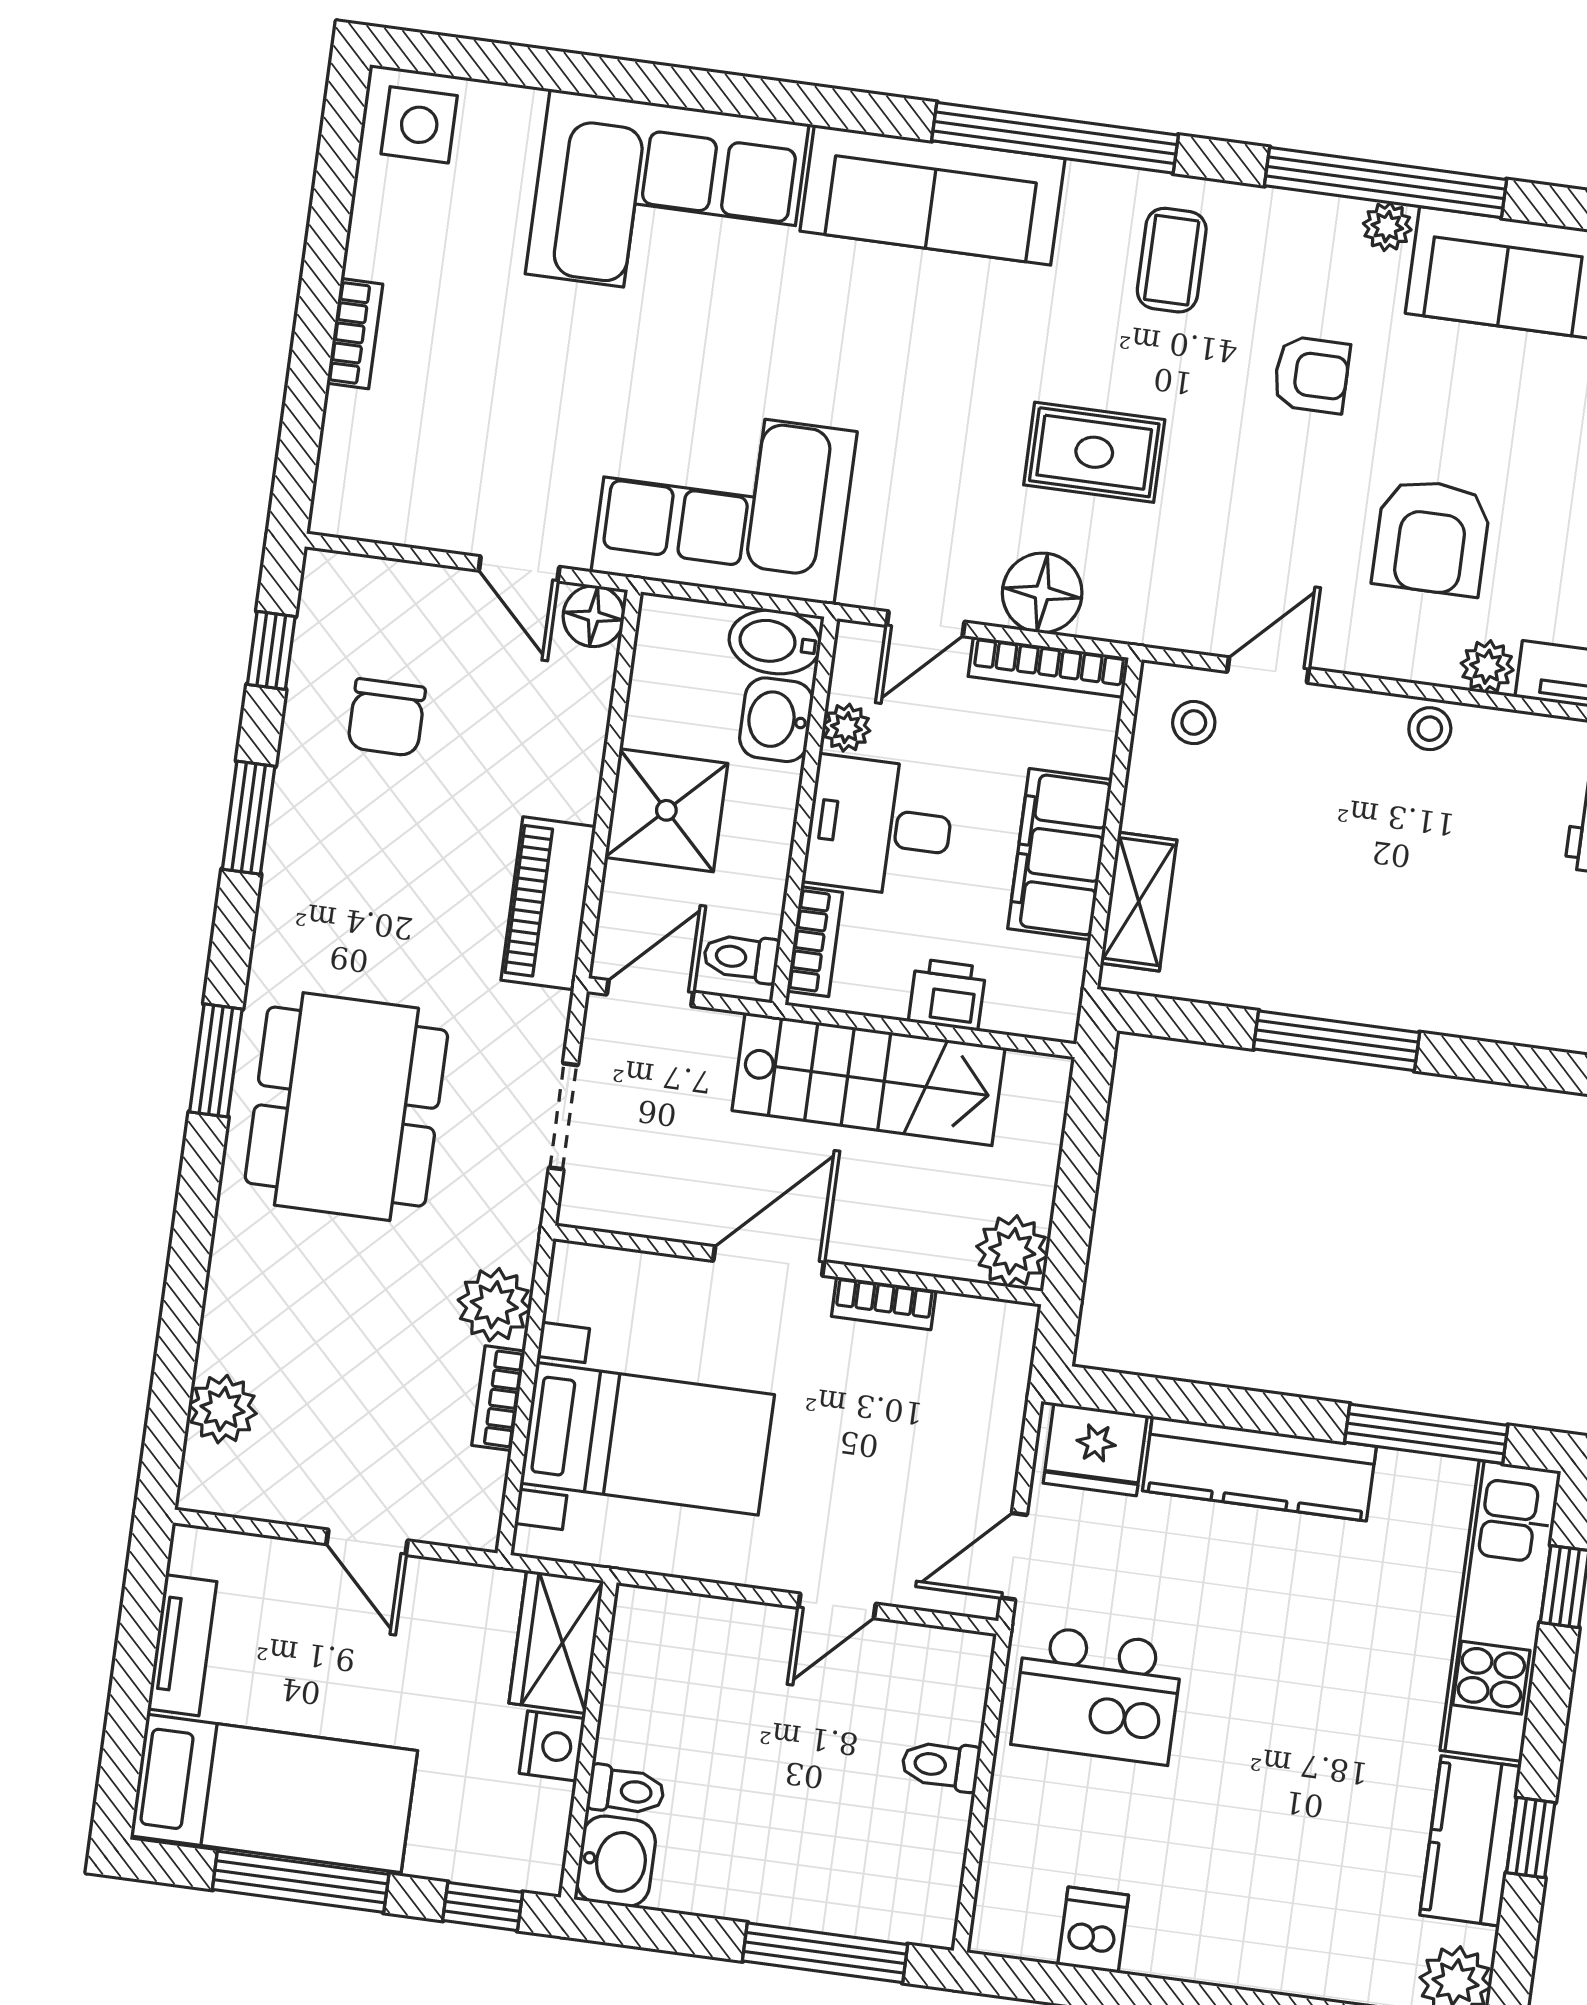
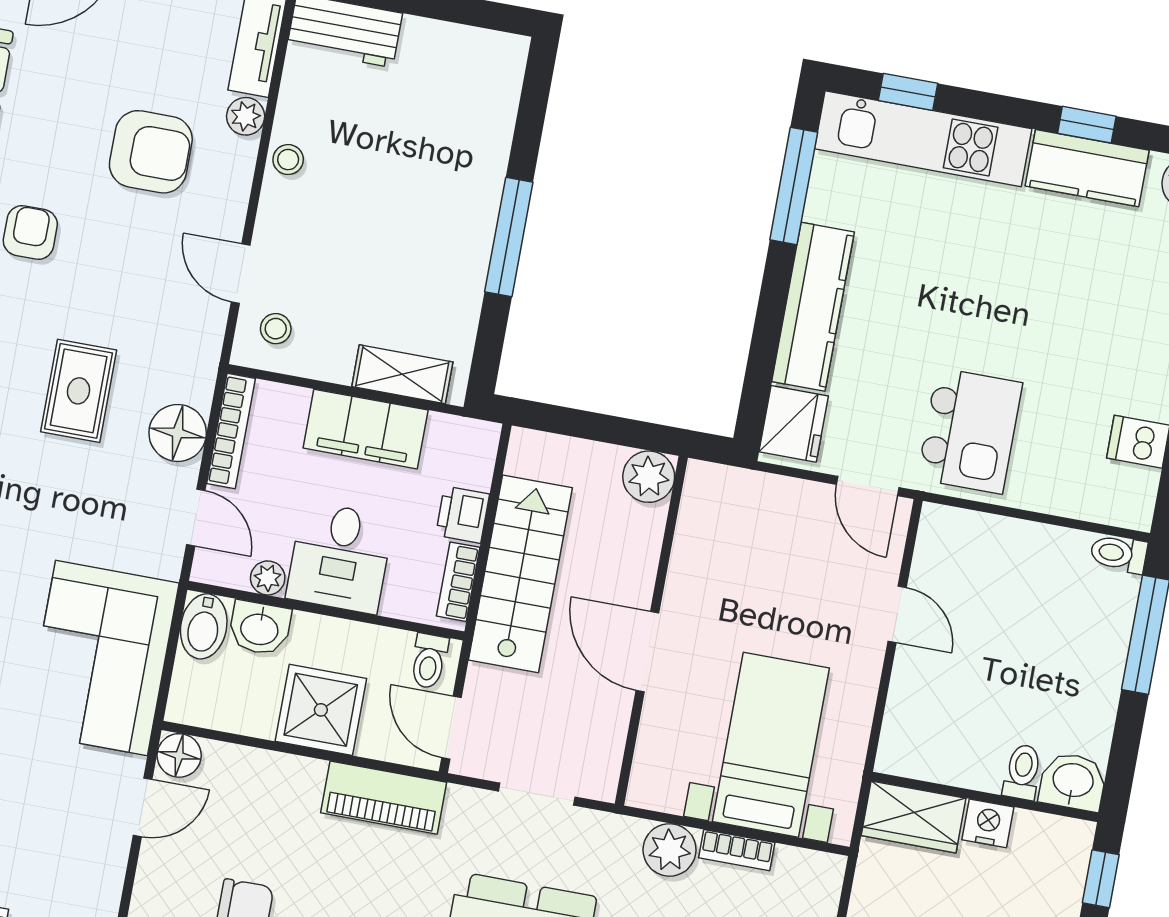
bookcase: (815, 942) -> (458, 582), moved, turned -90
bookcase: (884, 1303) -> (682, 571), removed
toilet: (941, 1765) -> (1119, 554), moved, turned 90

